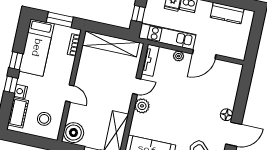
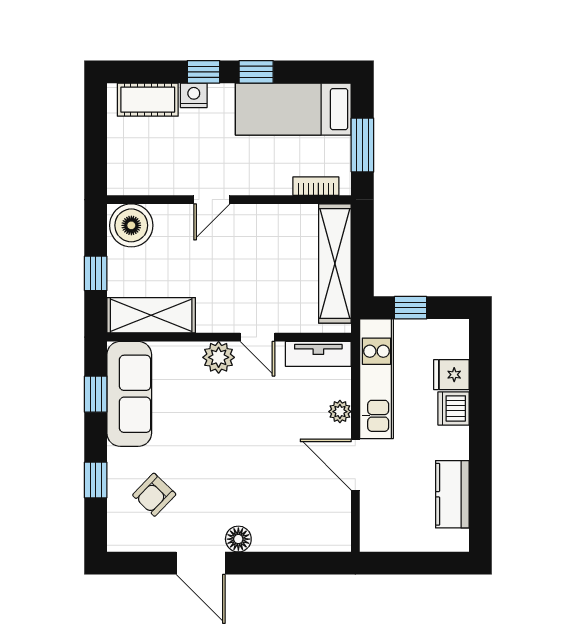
stool: (44, 119) -> (147, 157), removed

